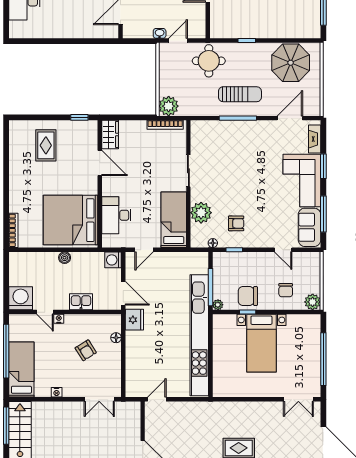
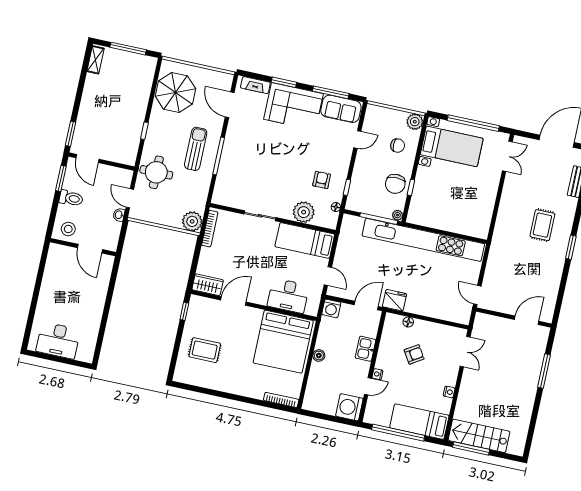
bed with nightstands: (261, 343) -> (452, 146), moved

